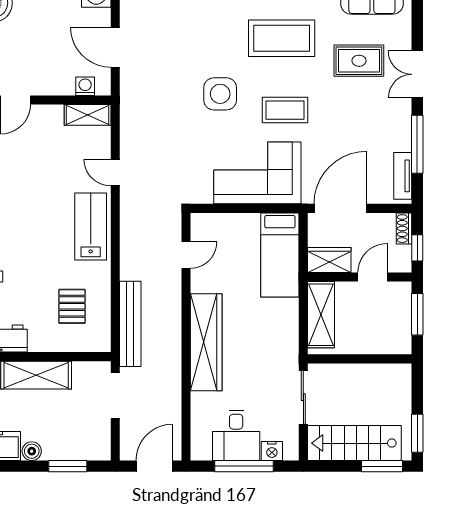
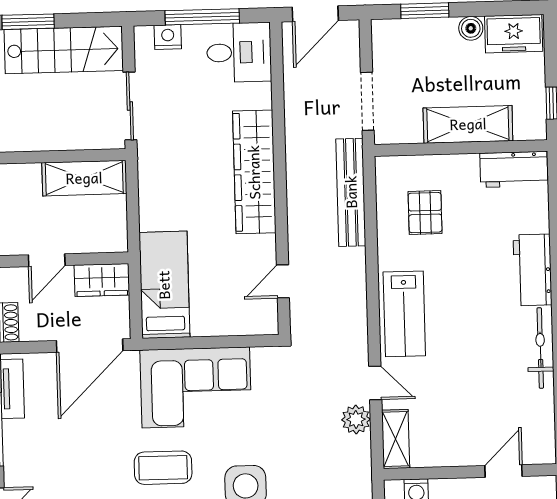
shelving: (88, 115) -> (396, 439), moved, turned 90
plant: (131, 144) -> (356, 419), added
shelving: (321, 315) -> (84, 178), moved, turned 90
desk: (236, 435) -> (239, 52), moved, turned 90

